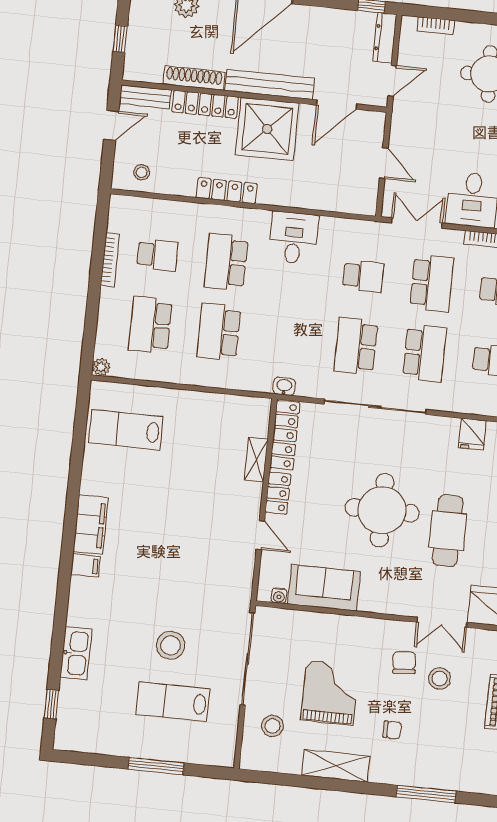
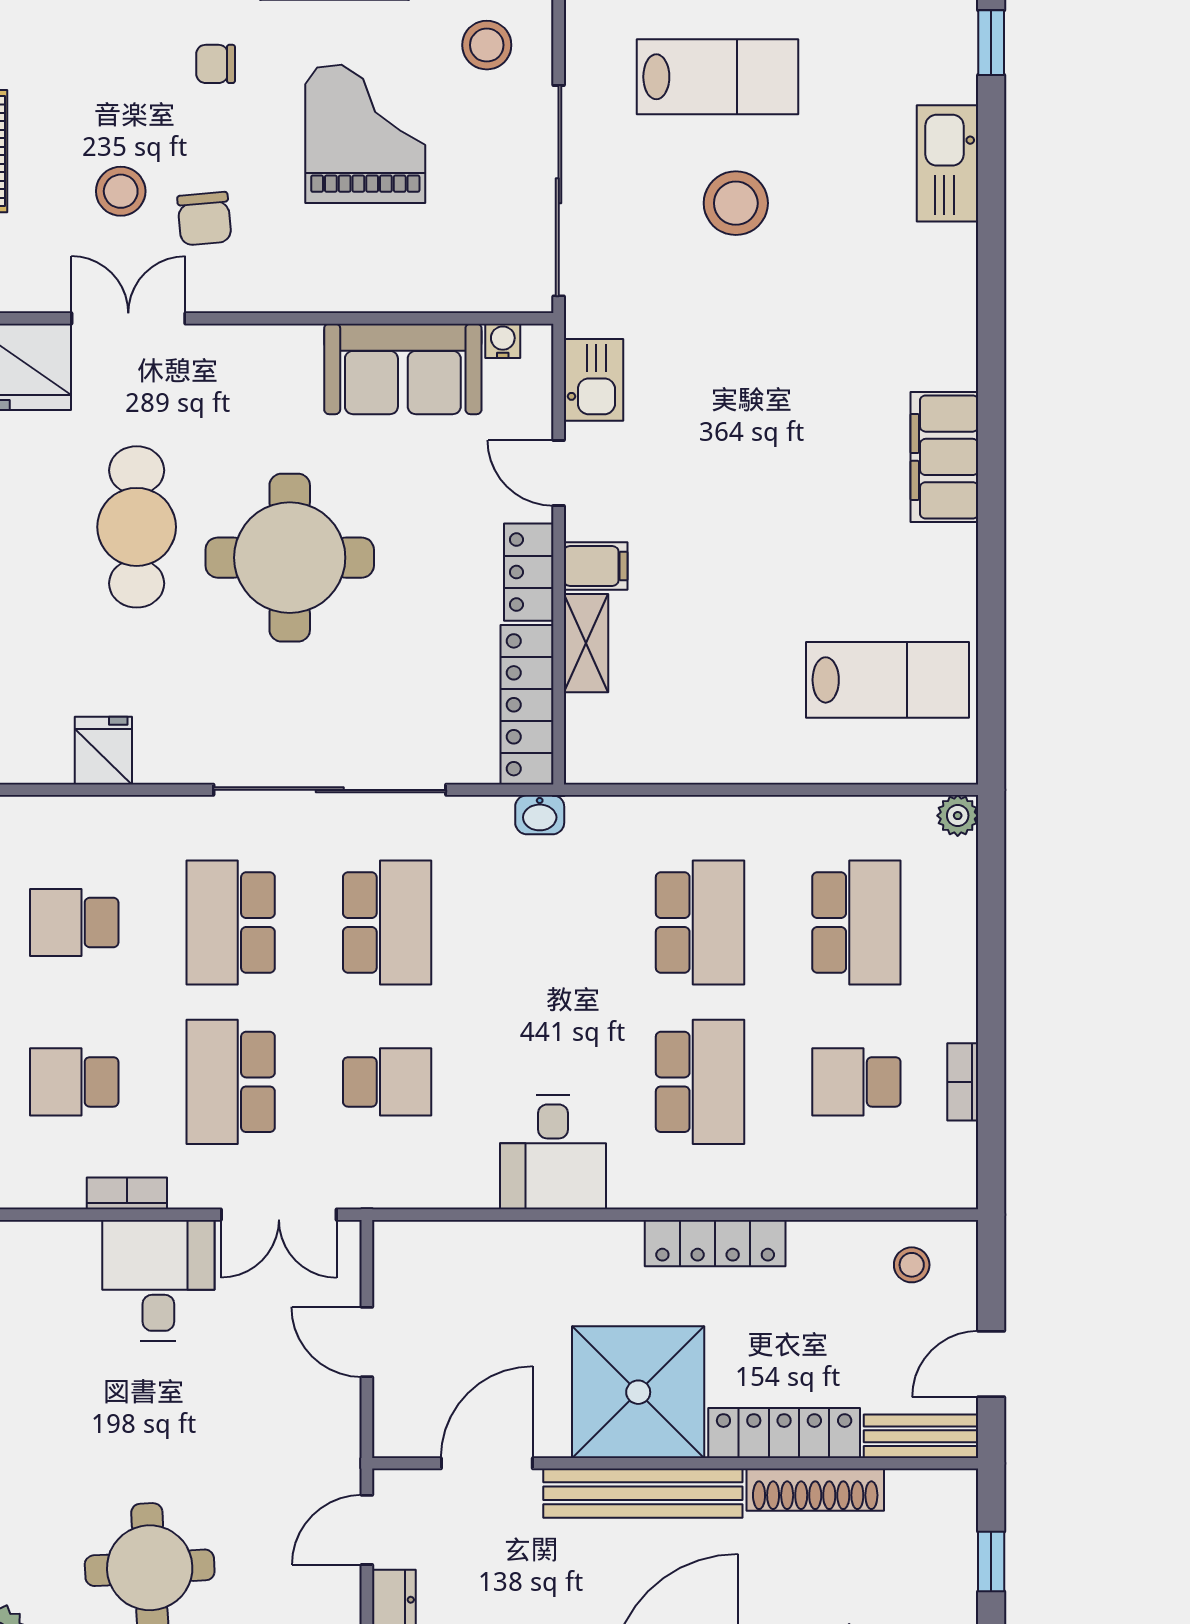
bookcase: (110, 260) -> (963, 1082), width x0.64
school desk: (363, 276) -> (387, 1082), turned 180
filing cabinet: (86, 565) -> (596, 566), moved, turned 180
kitchen sink: (241, 574) -> (594, 380), added
grand piano: (330, 693) -> (365, 134), turned 180

